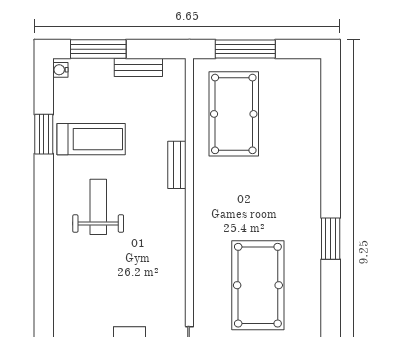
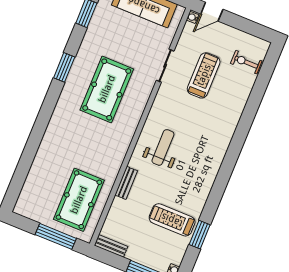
bench: (138, 67) -> (111, 246), moved
weight bench: (98, 207) -> (163, 147), moved, turned 180
window: (331, 239) -> (64, 67), moved

